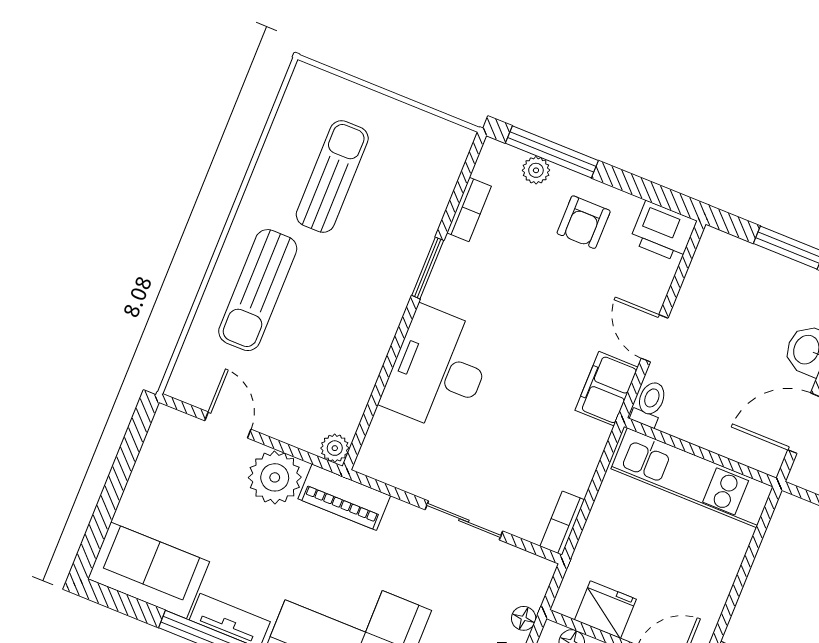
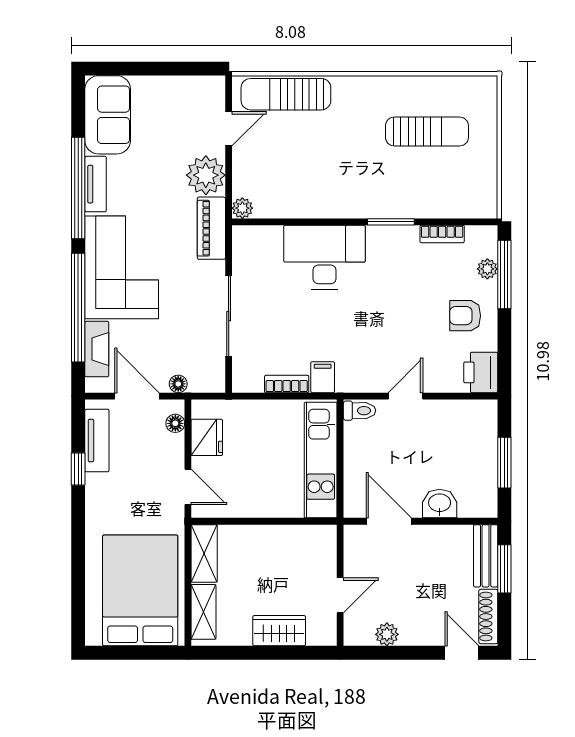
sun lounger: (258, 290) -> (286, 94), moved
filing cabinet: (607, 389) -> (323, 377), moved, width x0.50
sliding door: (464, 520) -> (229, 316), width x1.37
bookcase: (562, 523) -> (287, 384), moved

